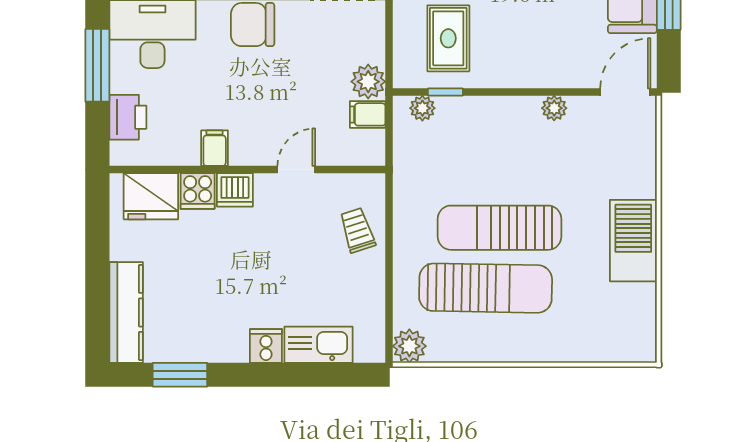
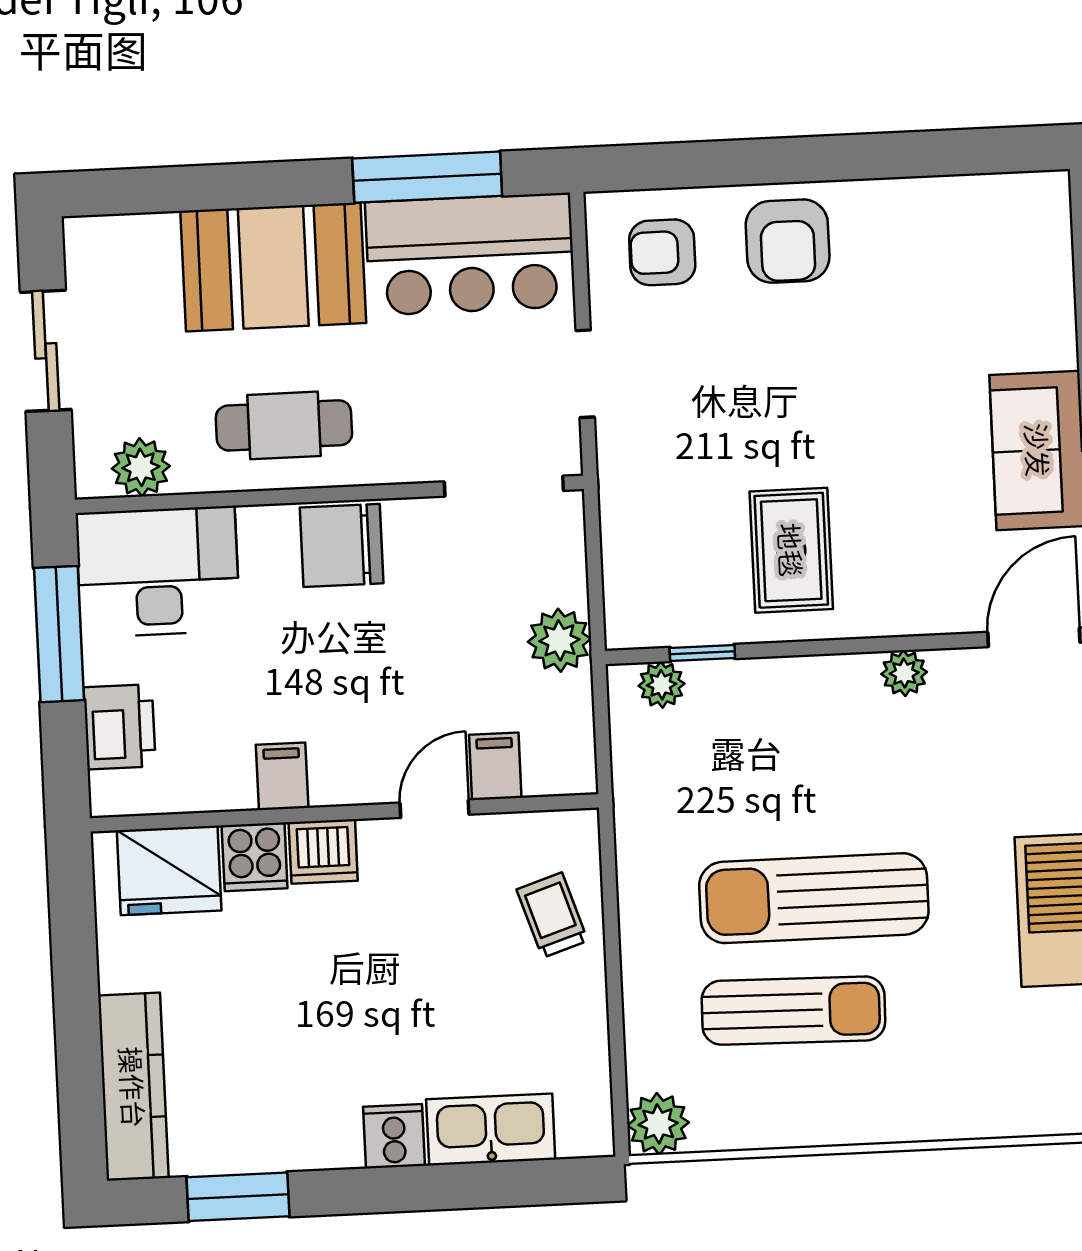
rug: (448, 38) -> (791, 550), moved
filing cabinet: (368, 114) -> (495, 766), moved, turned 90
sun lounger: (486, 288) -> (793, 1011), width x0.73, depth x0.75

